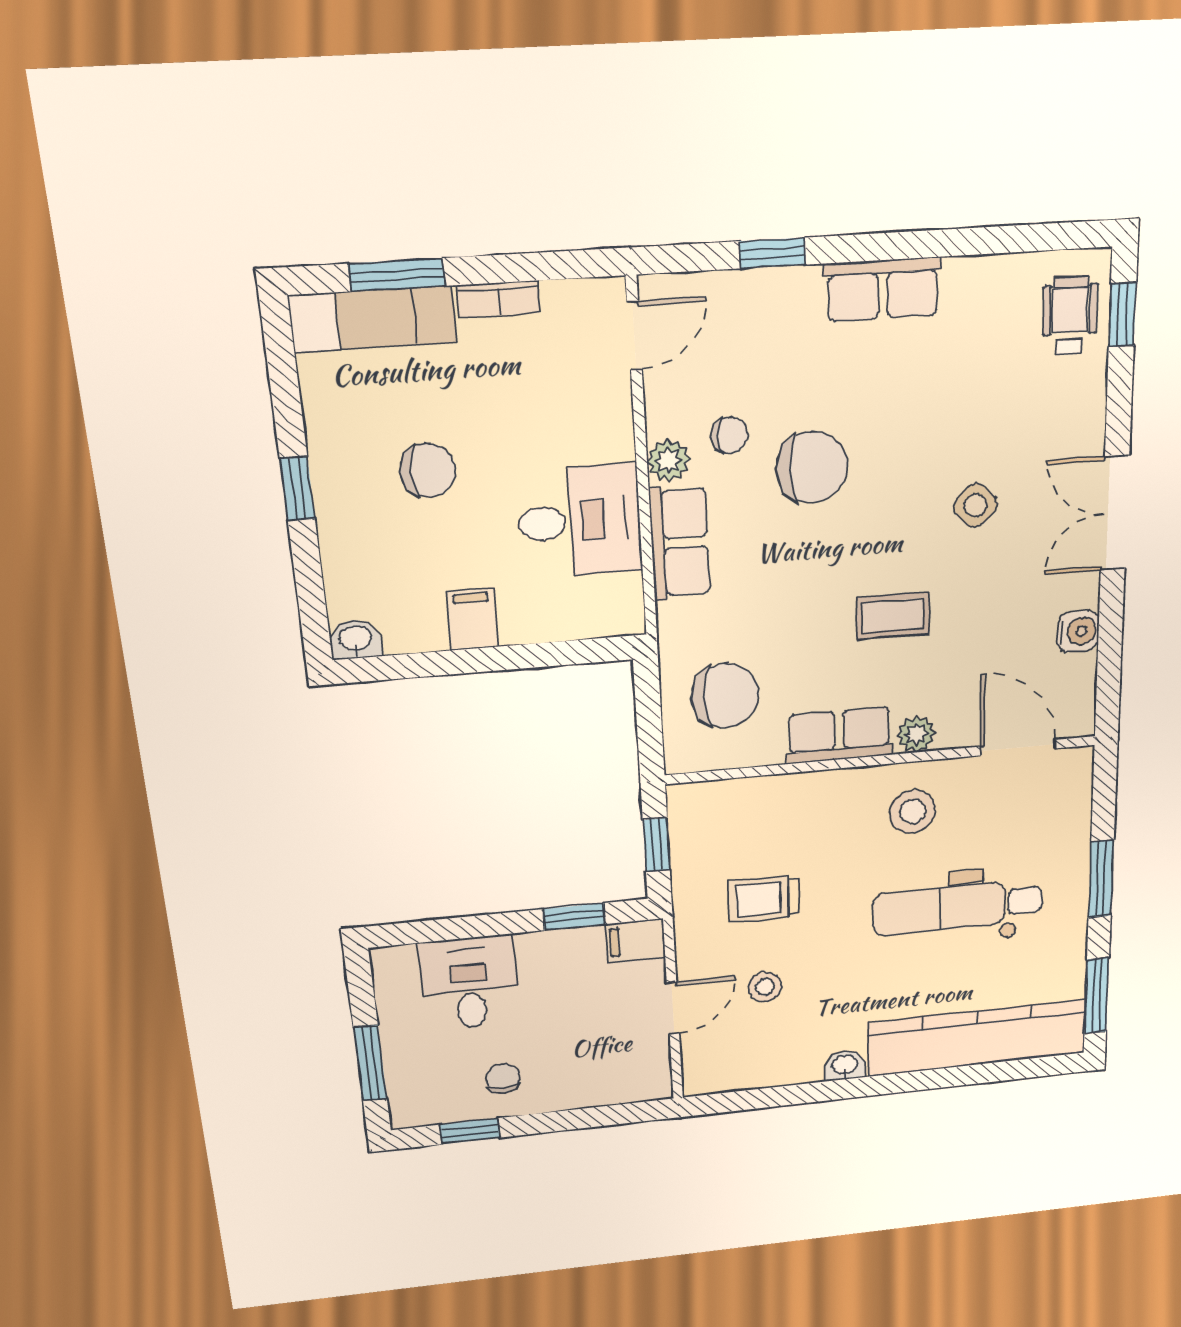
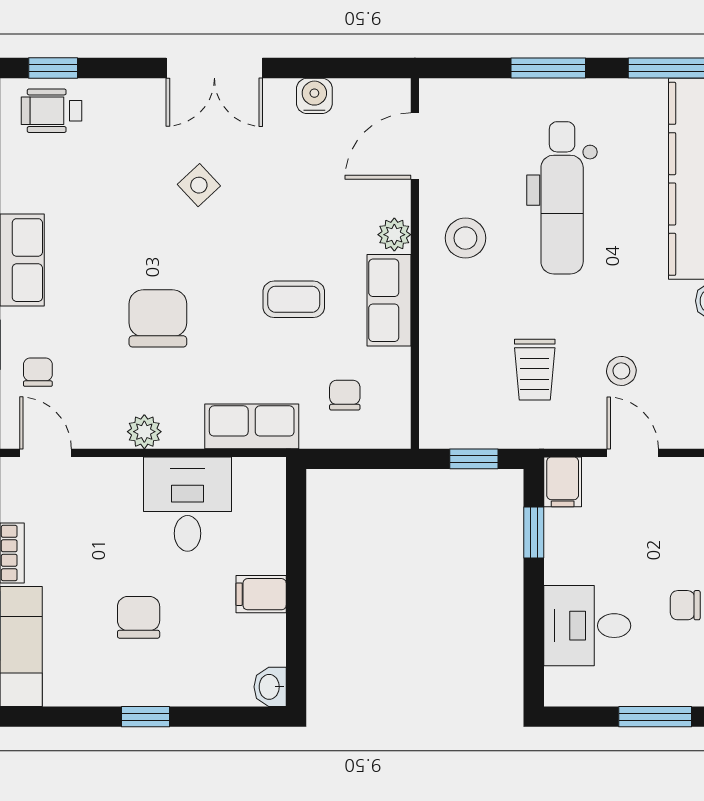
chair: (730, 435) -> (38, 372), moved
row of seats: (680, 543) -> (252, 426), moved
coffee table: (893, 616) -> (294, 299), moved, turned 90
chair: (725, 696) -> (345, 395), width x0.54, depth x0.54

